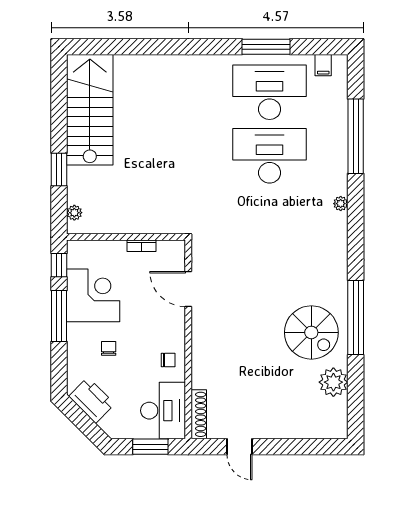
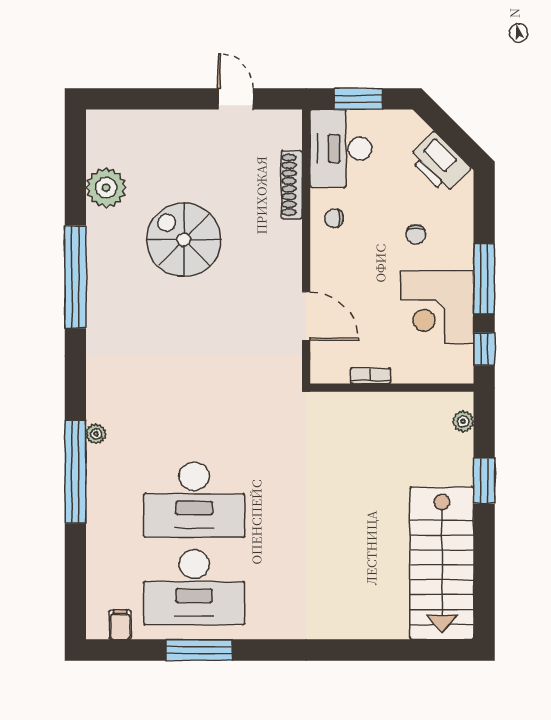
window: (356, 136) -> (75, 472), moved
spiral stairs: (311, 332) -> (184, 240), moved
shoe rack: (199, 414) -> (292, 185), moved

